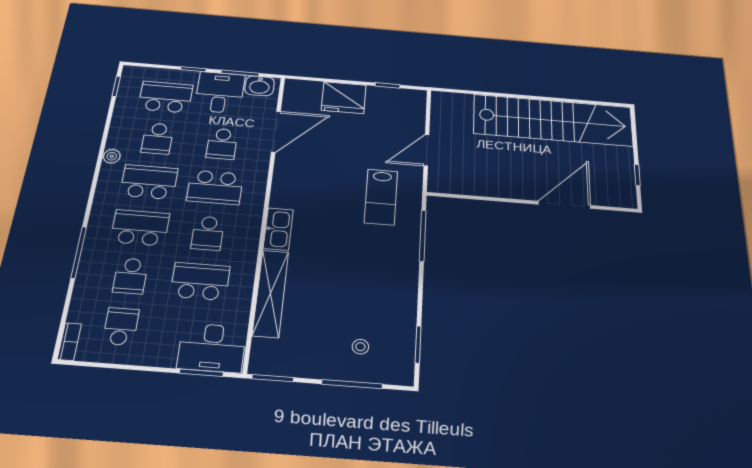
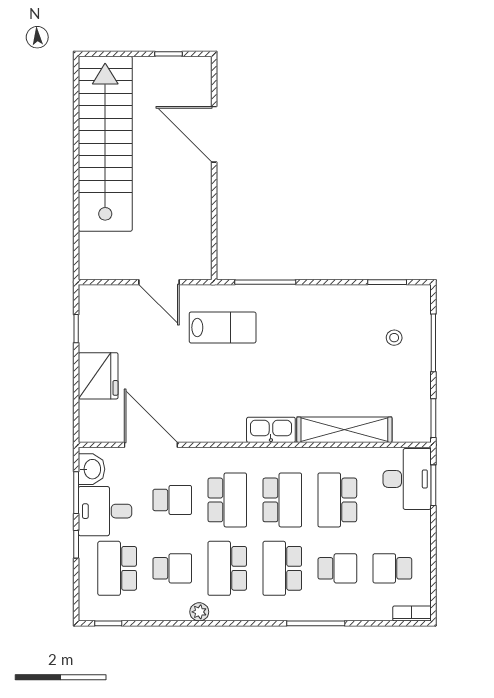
school desk: (208, 233) -> (282, 500), width x1.85

